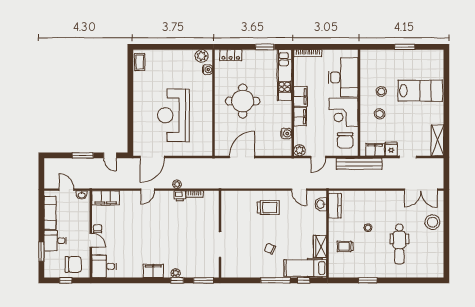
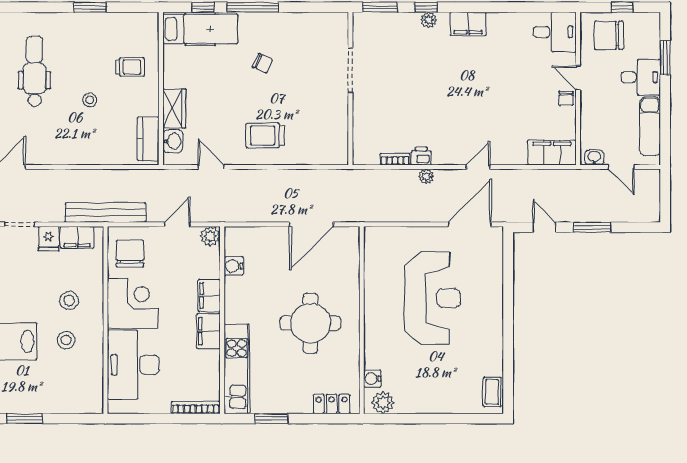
wardrobe: (320, 246) -> (174, 108), moved

